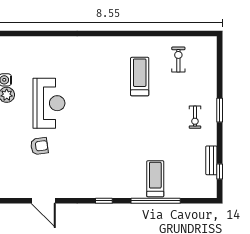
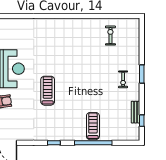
treadmill: (140, 77) -> (48, 91), moved

